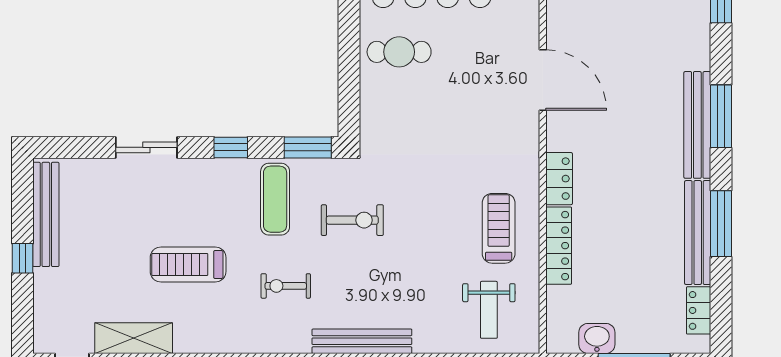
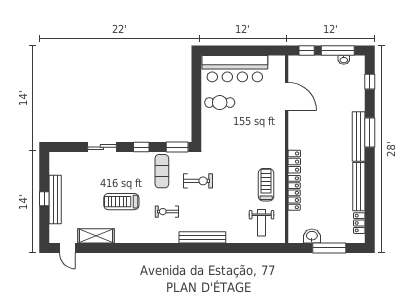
door: (543, 80) -> (287, 96), moved
bench: (46, 214) -> (55, 199), moved
window: (721, 224) -> (370, 183), removed

